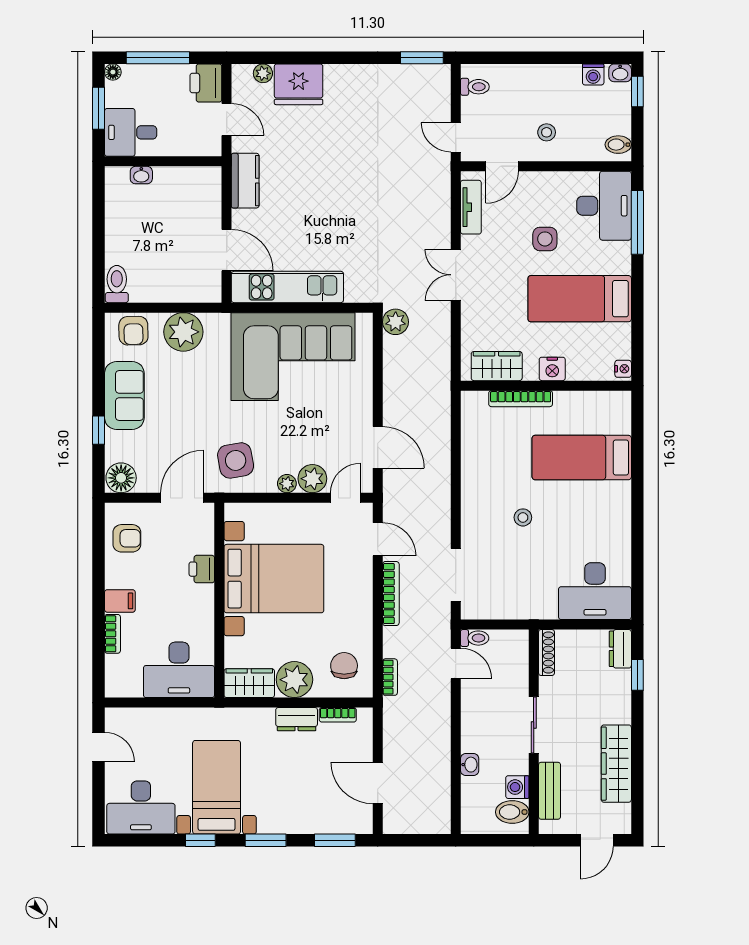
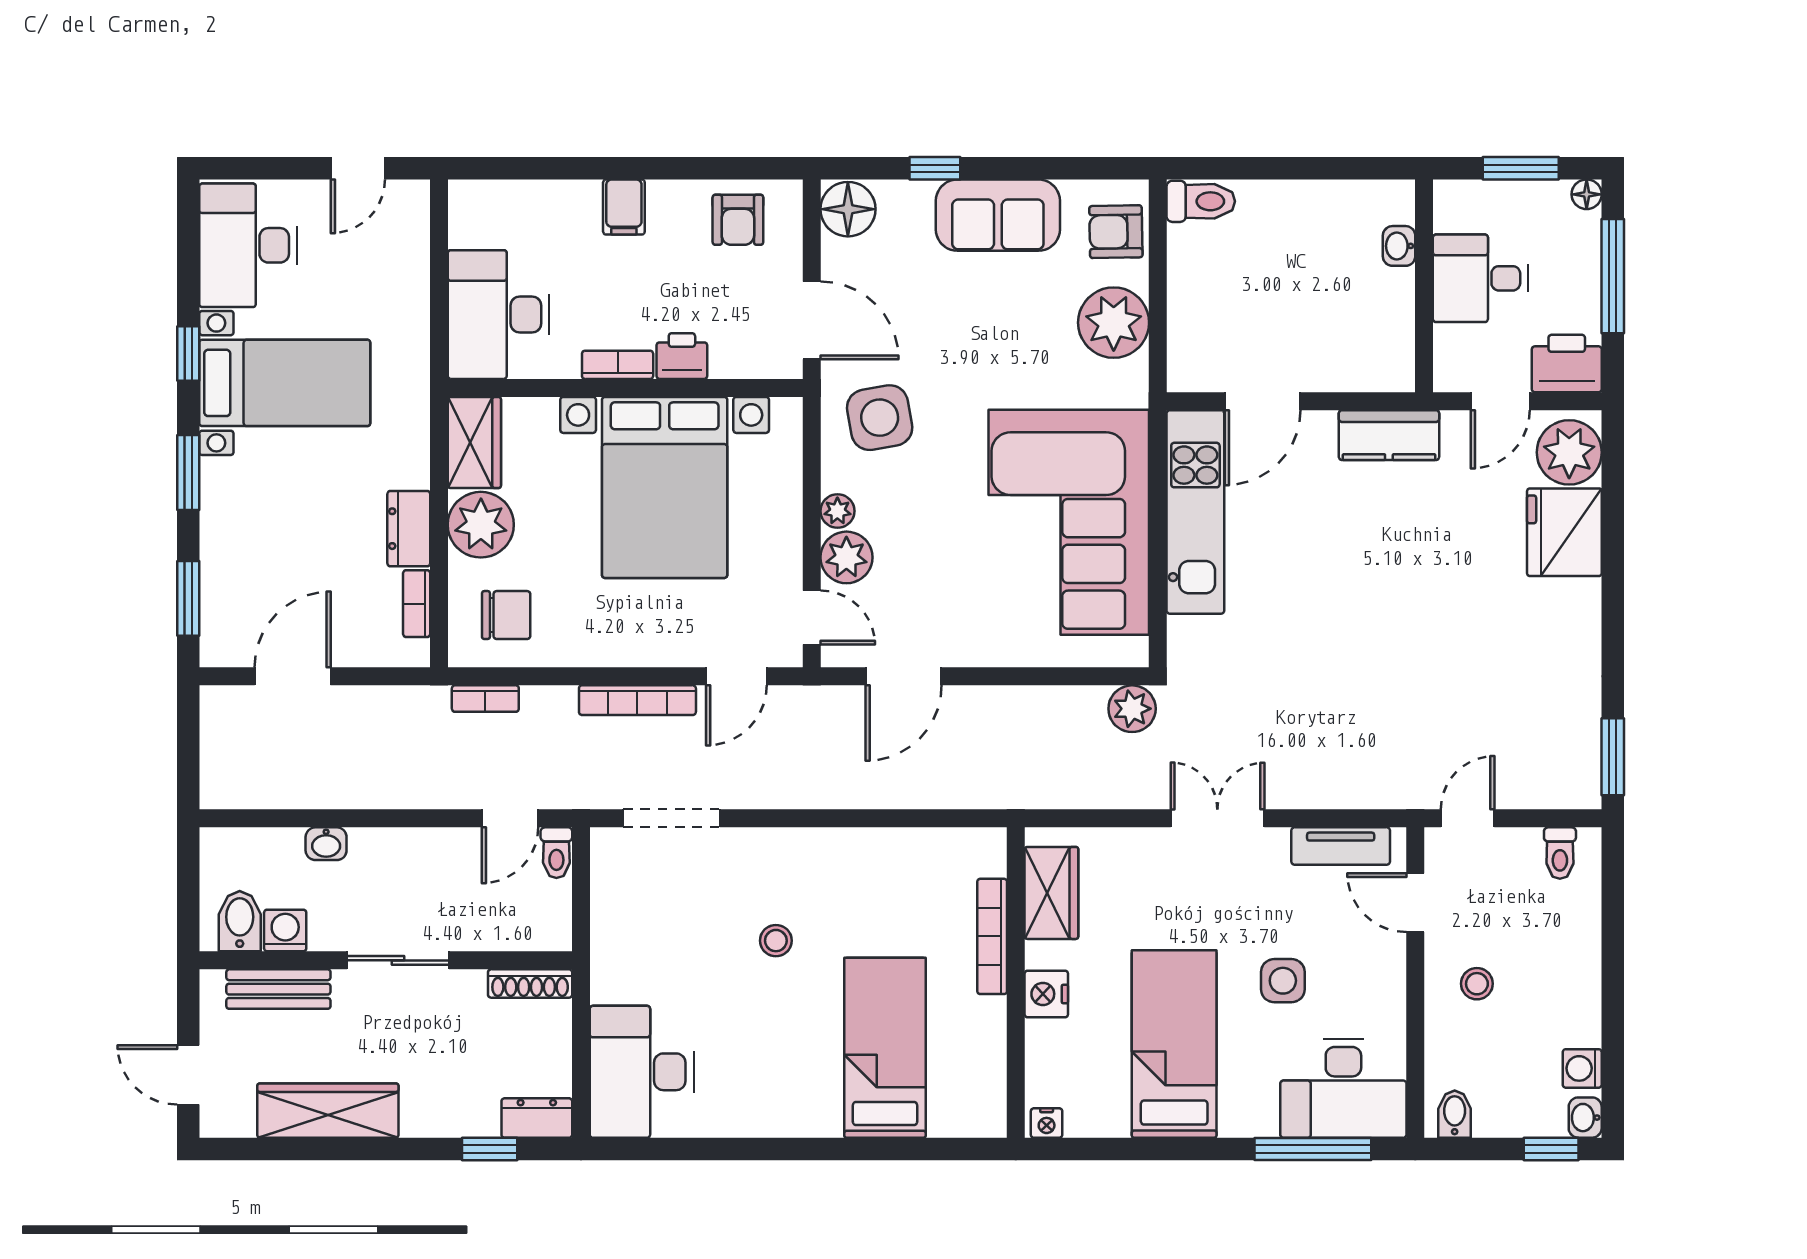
plant: (263, 73) -> (1569, 452), width x1.88, depth x1.88
desk: (131, 132) -> (1480, 278), moved, turned -90
bookcase: (112, 634) -> (618, 365), moved, turned 180

